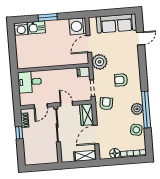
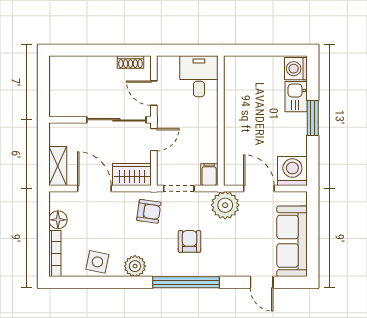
window: (146, 110) -> (186, 282), moved
window: (19, 133) -> (109, 50), removed

